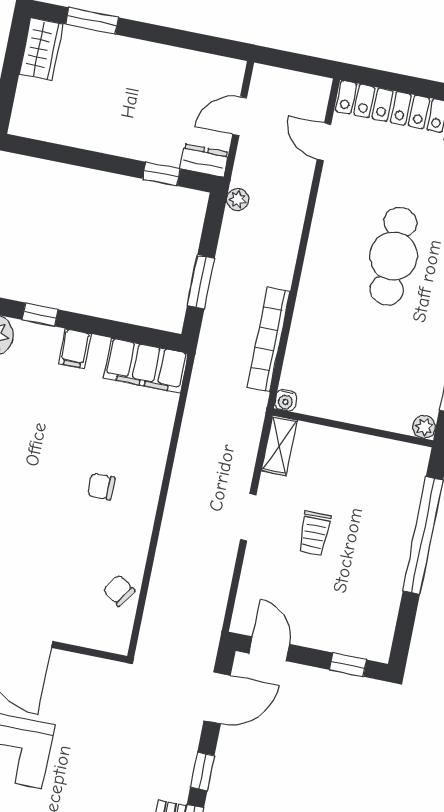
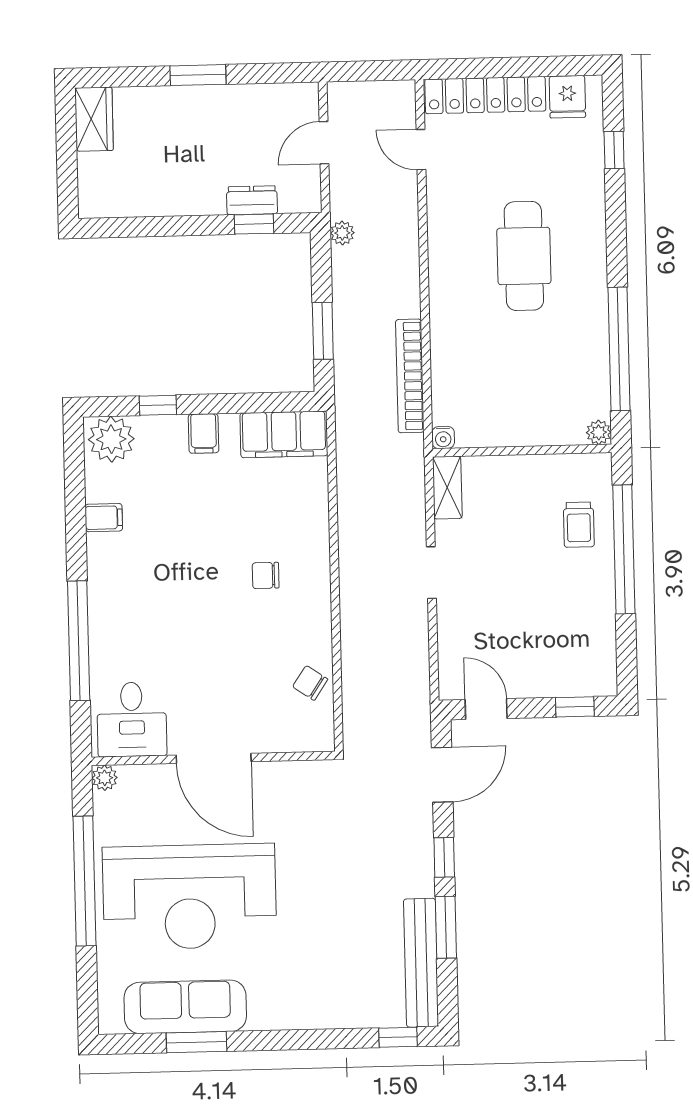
window: (92, 21) -> (198, 75), moved
dresser: (204, 160) -> (252, 200), moved
trolley: (314, 533) -> (579, 525), moved

